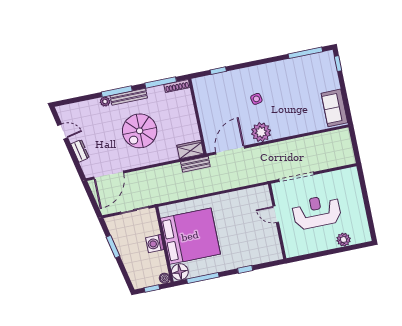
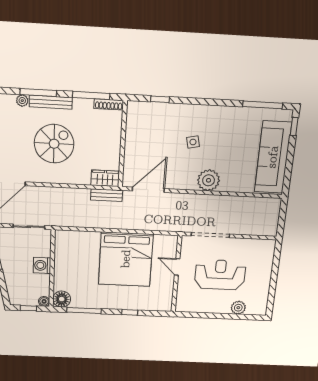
sofa: (334, 108) -> (273, 157), width x1.85, depth x1.27
spiral stairs: (140, 131) -> (54, 144), turned 180
plant: (261, 132) -> (209, 180), moved
bed: (190, 236) -> (126, 259), moved, turned 90

